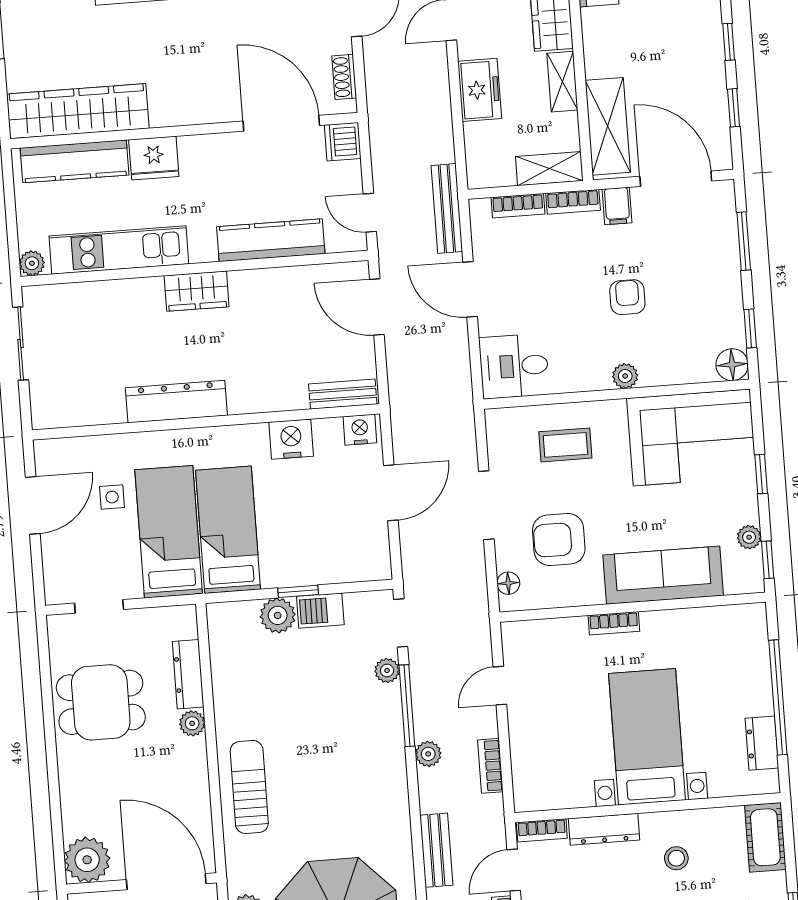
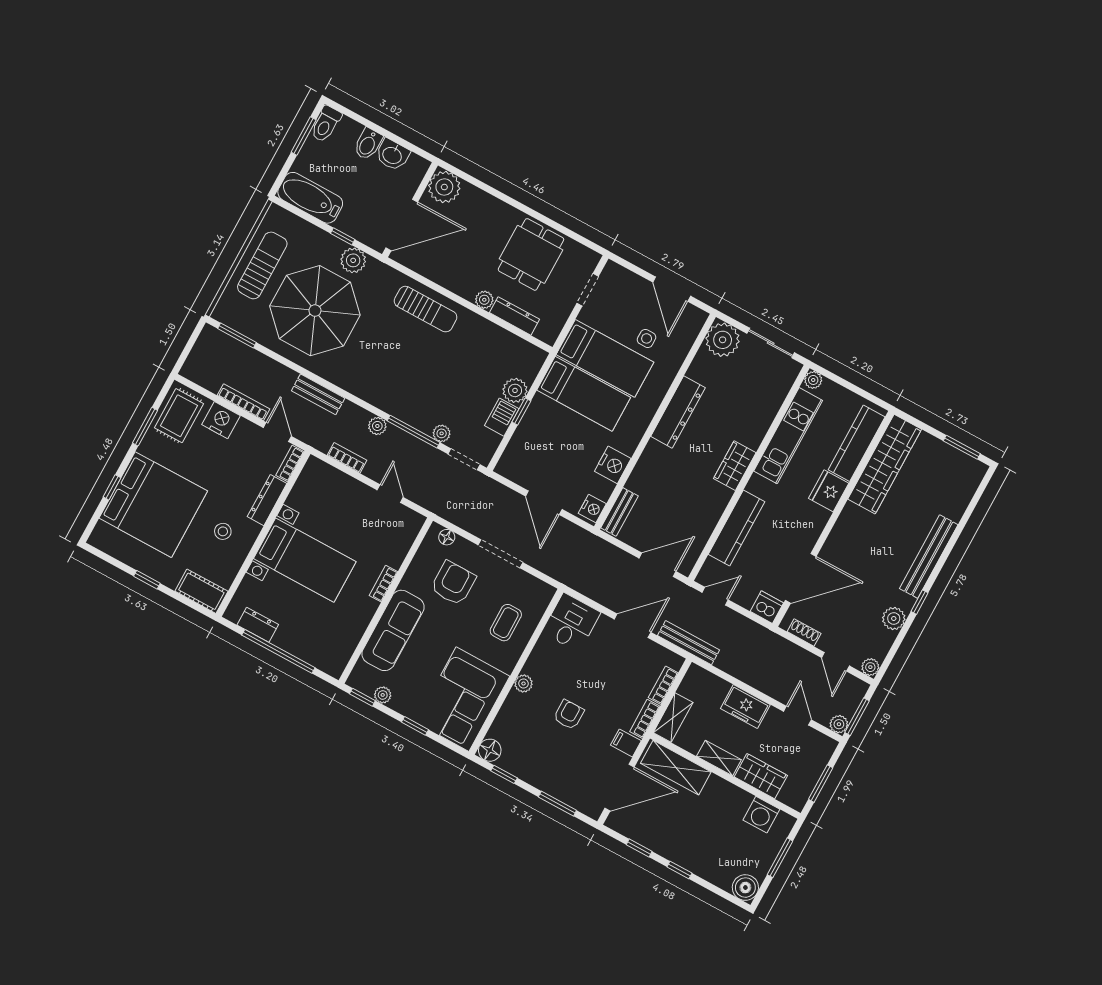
armchair: (627, 297) -> (569, 715), turned -90
plant: (54, 404) -> (723, 340), added

